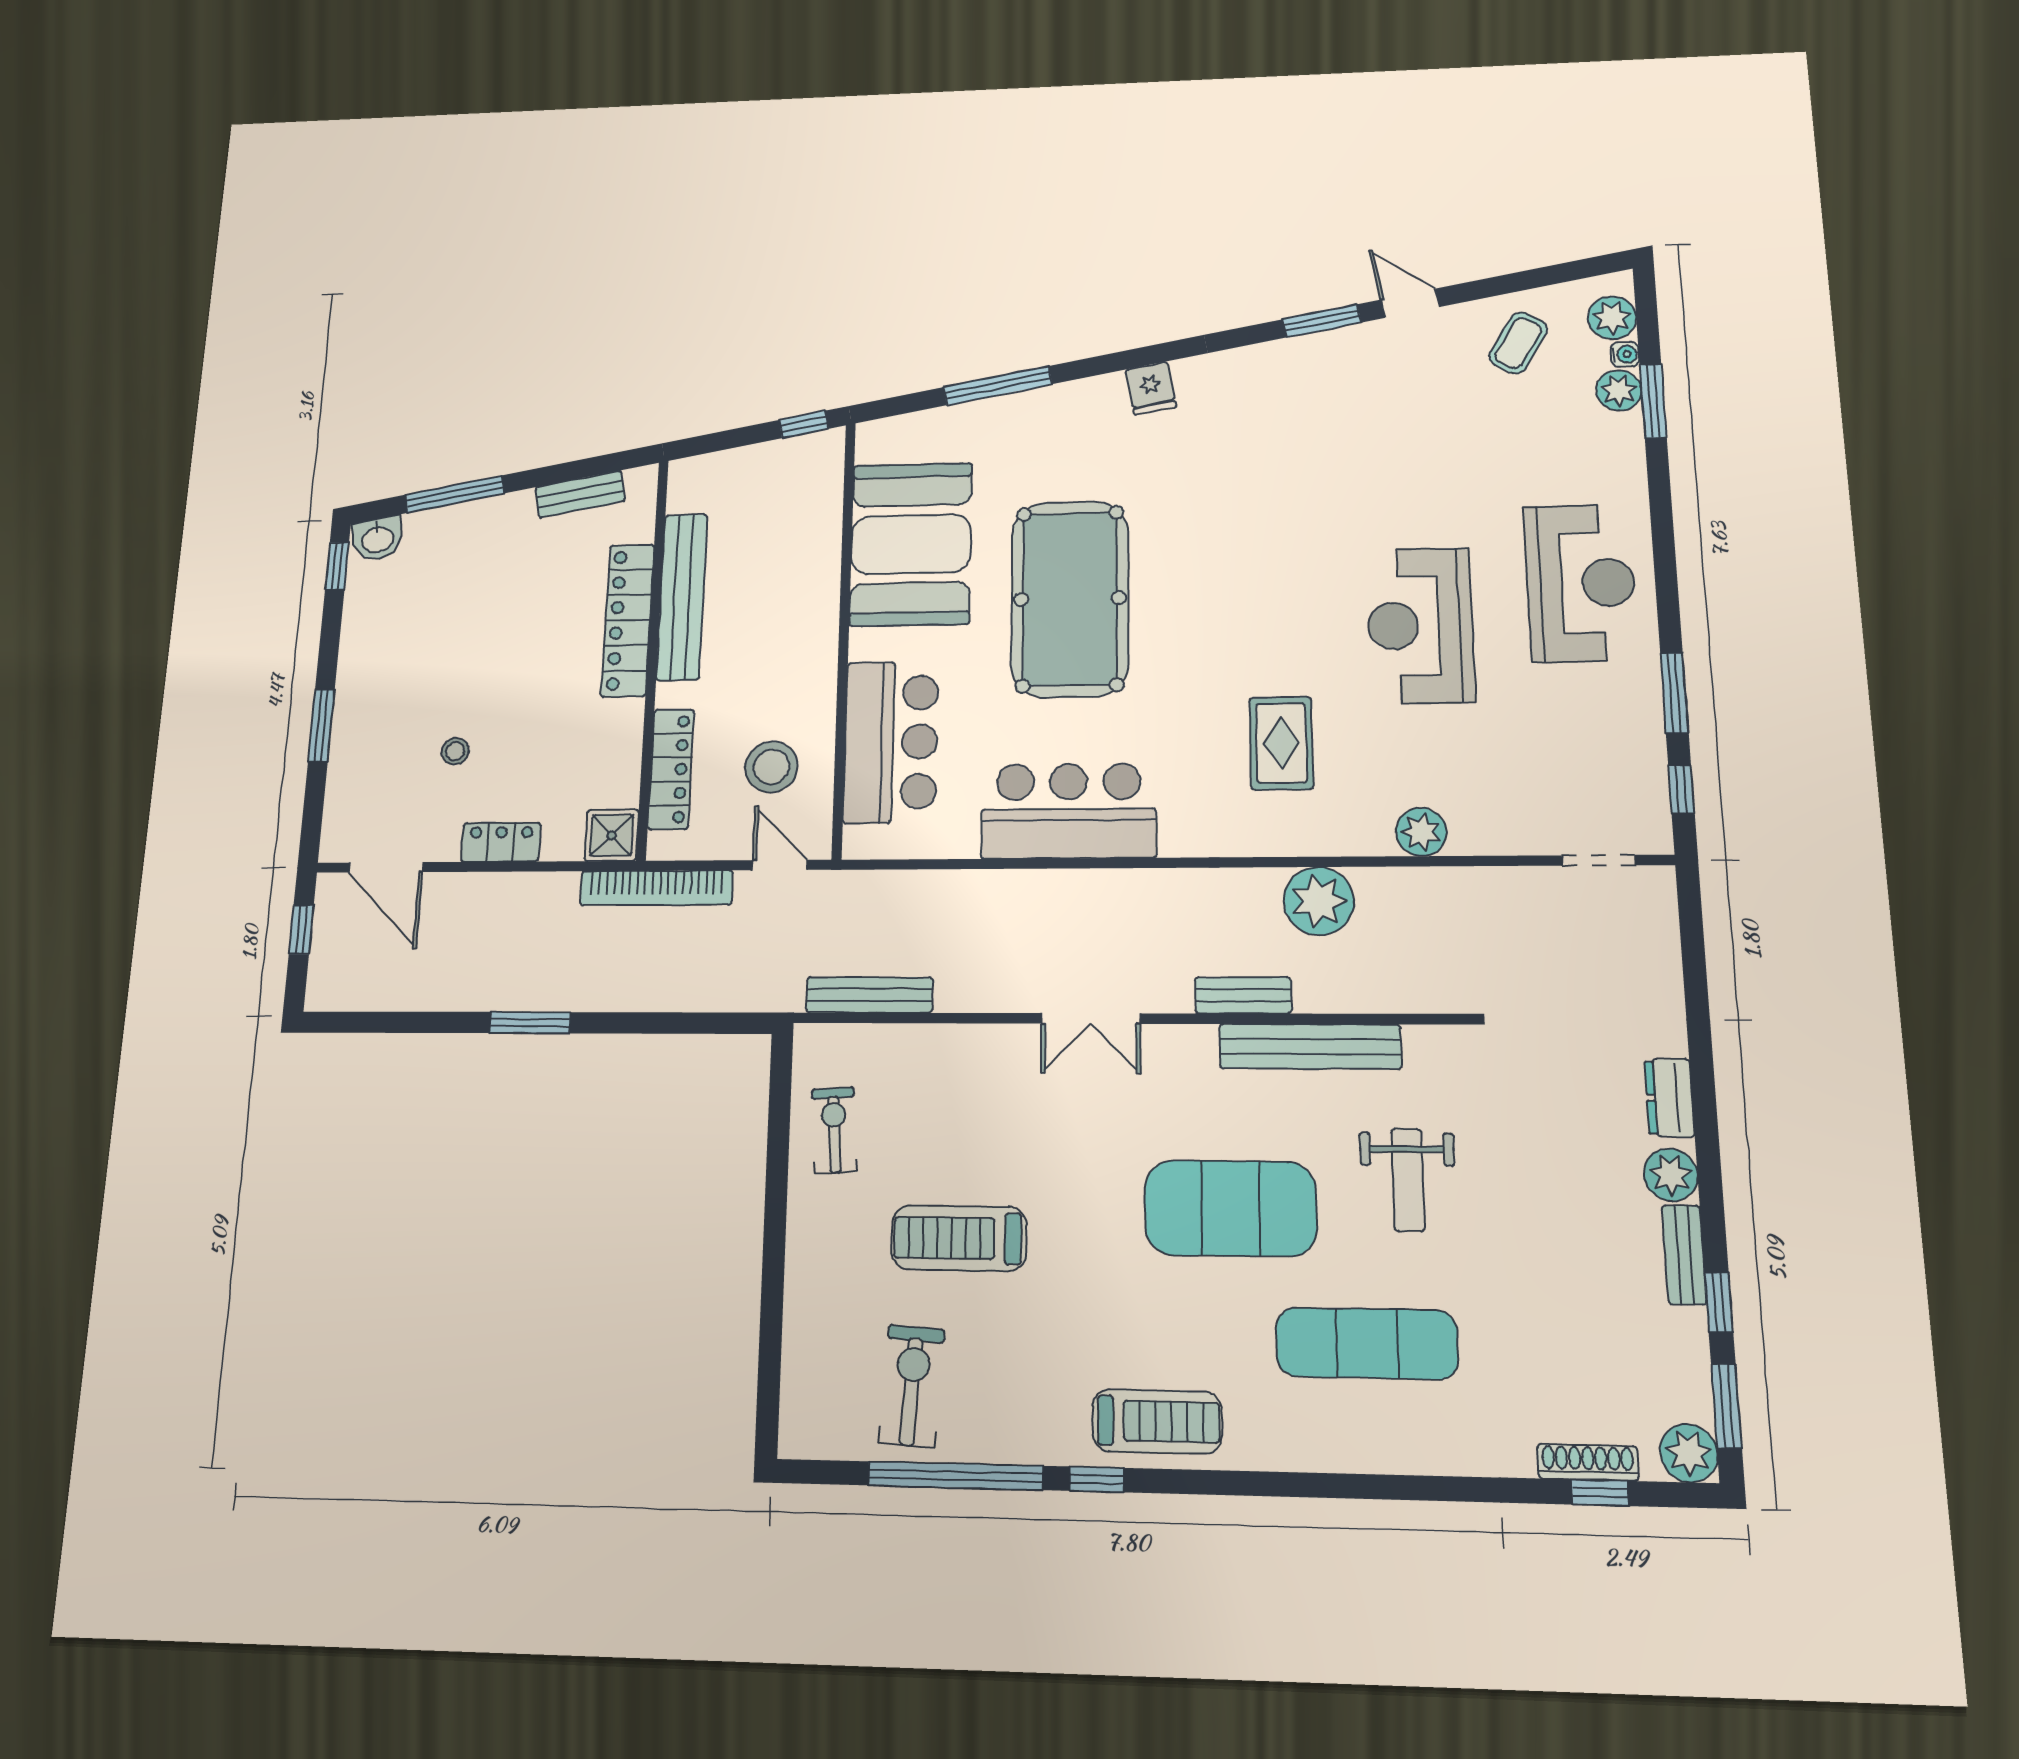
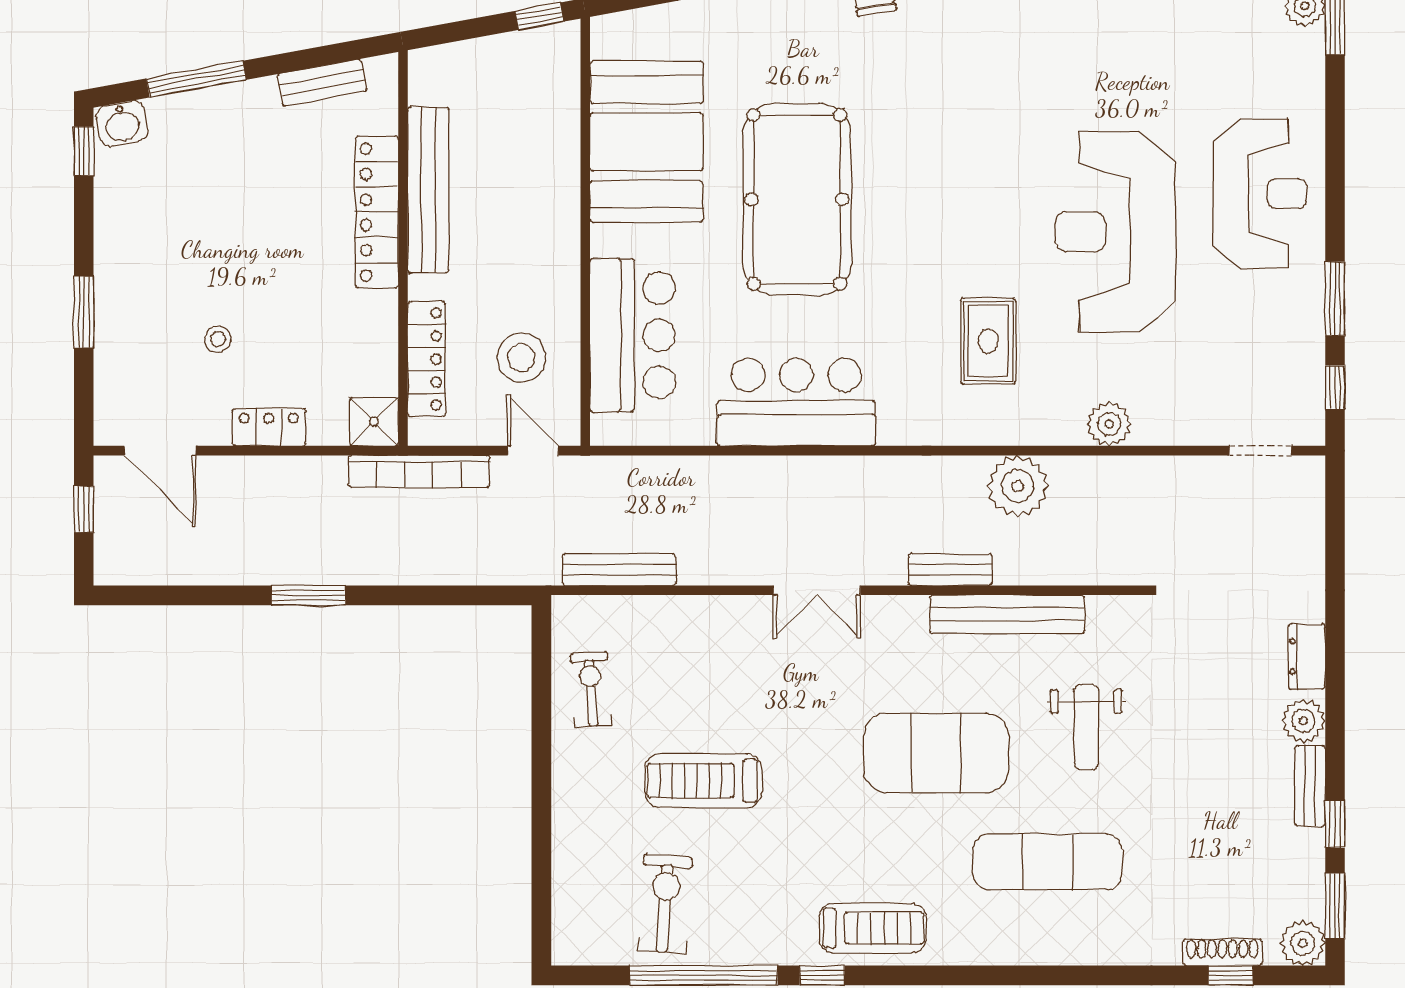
reception desk: (1420, 626) -> (1115, 232), width x1.36, depth x1.30

